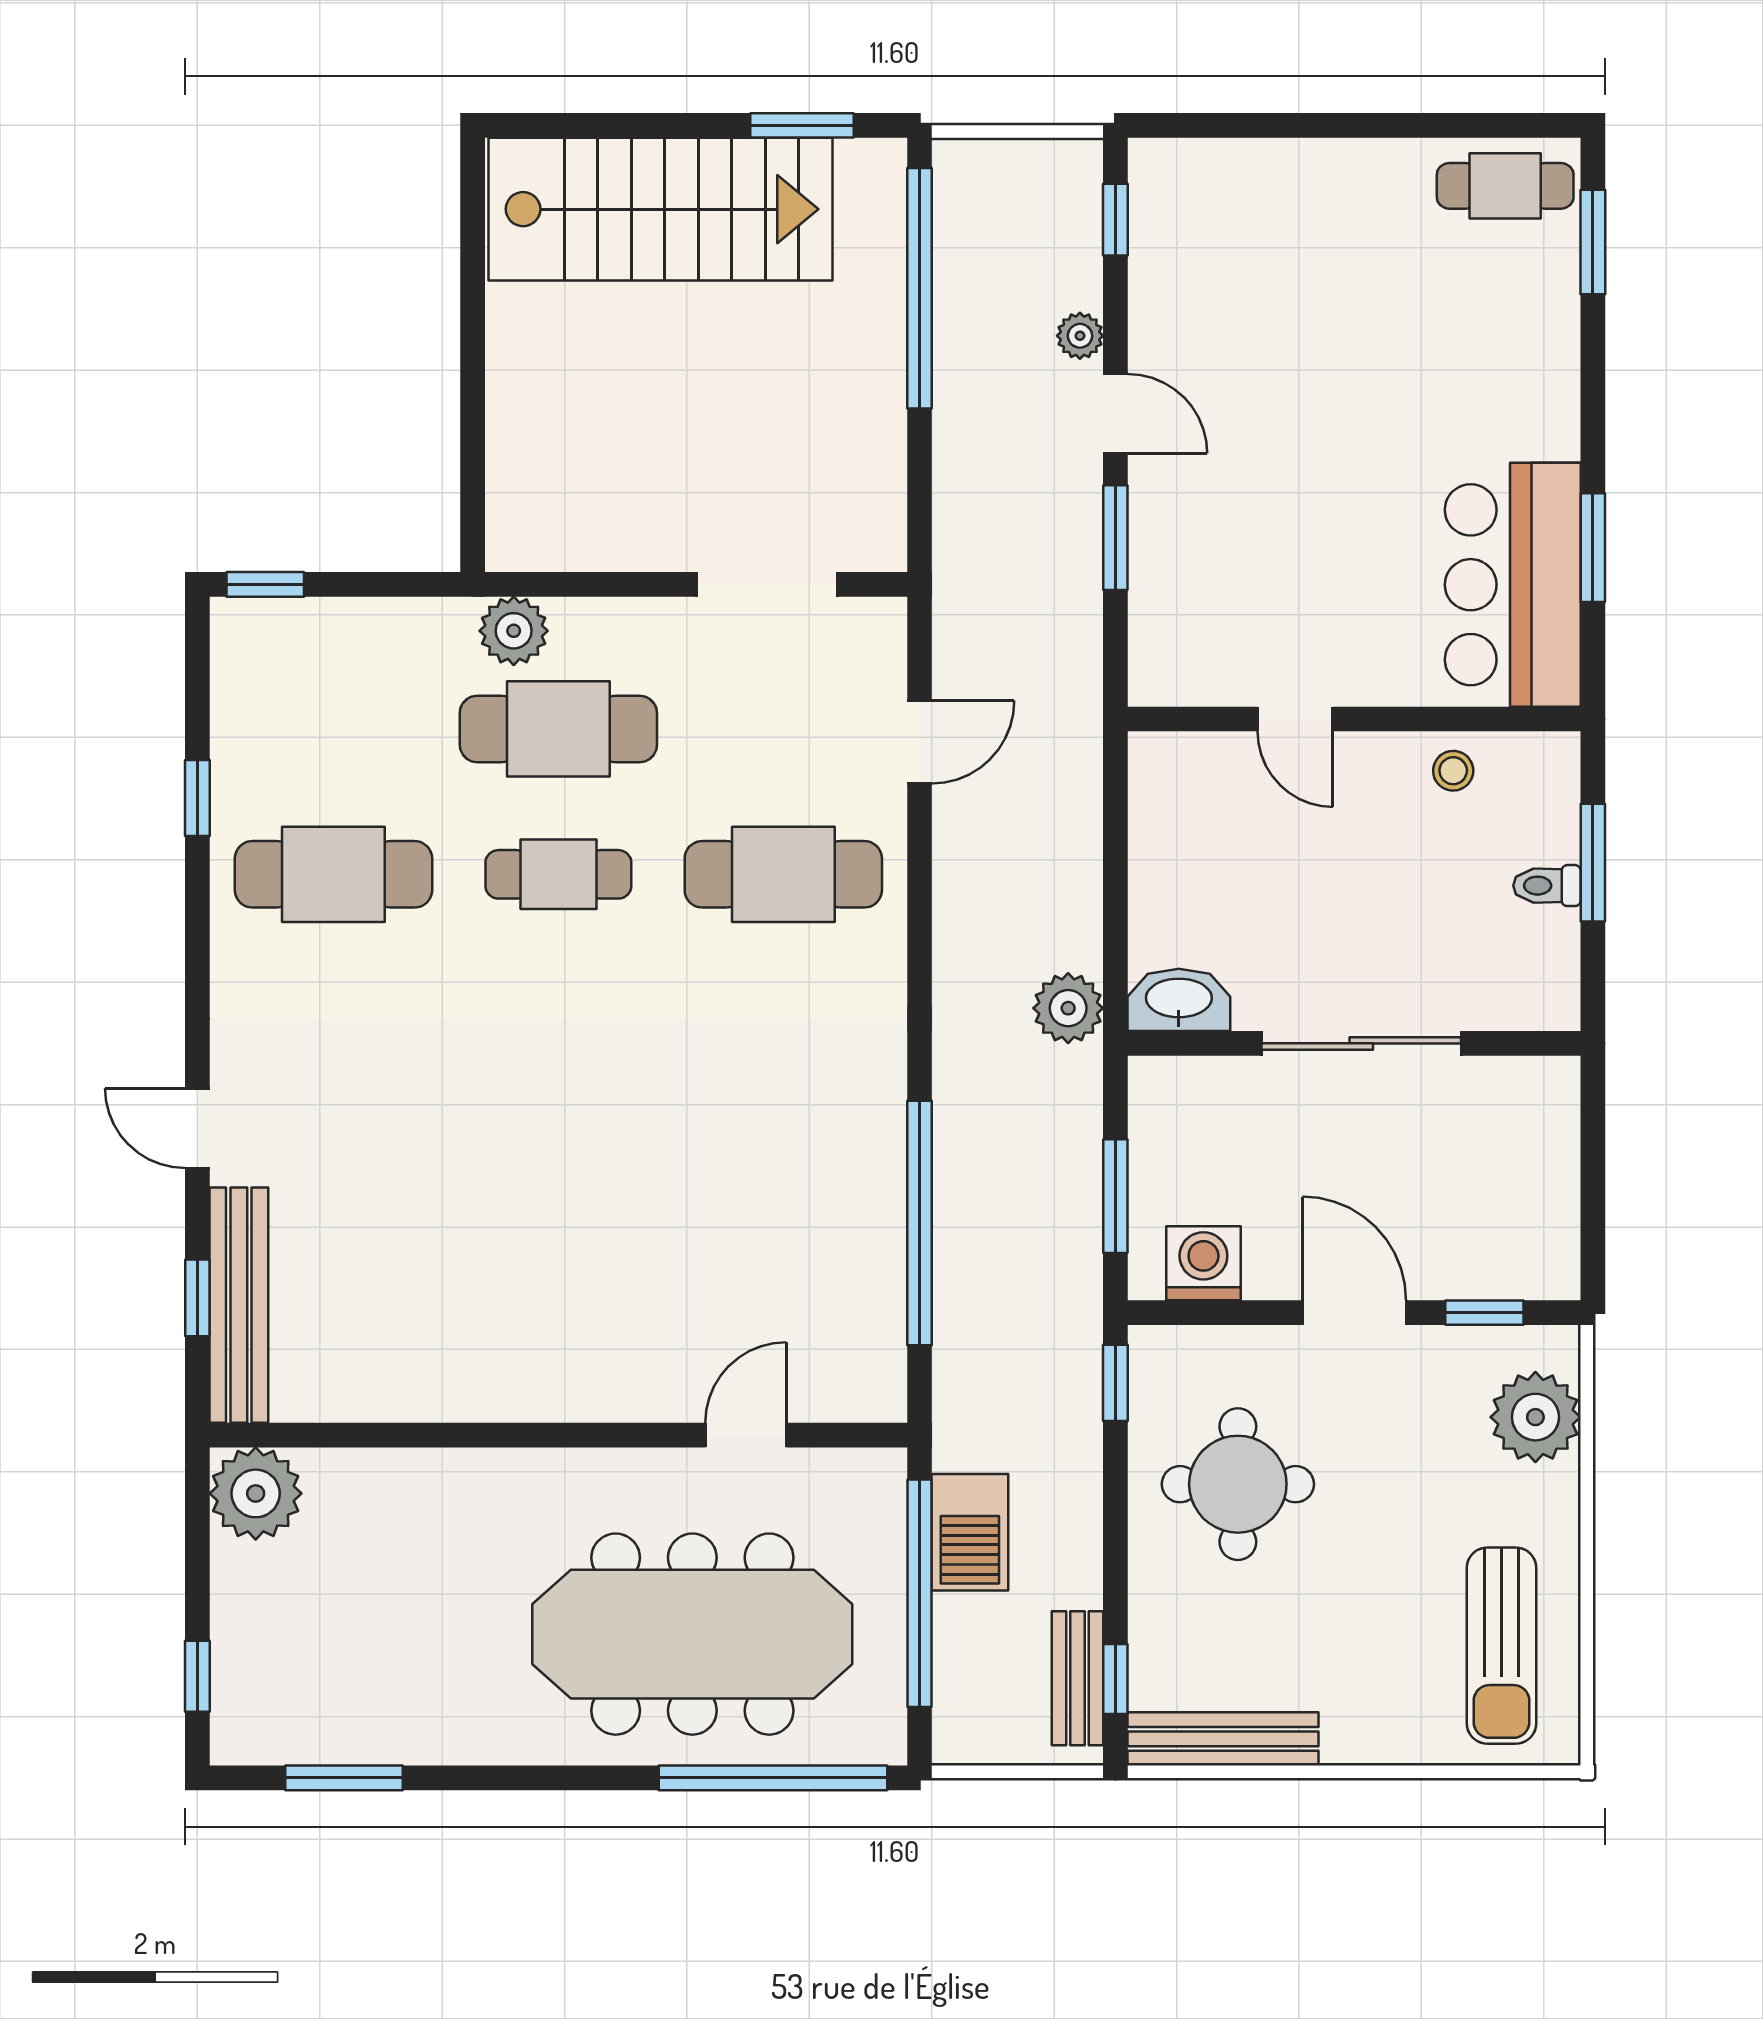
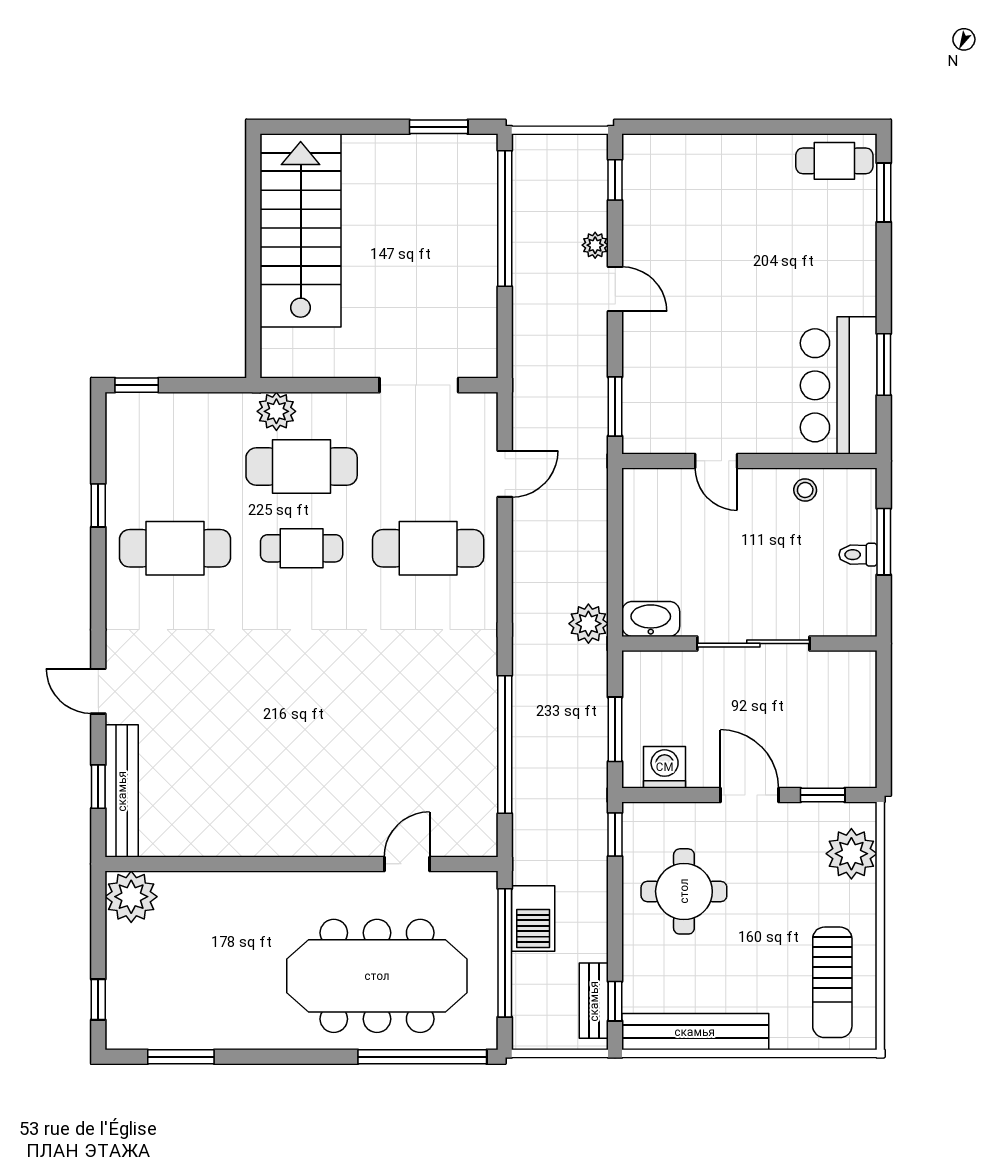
stairs: (660, 209) -> (301, 230), moved, turned -90
window: (1115, 538) -> (615, 406), moved
bench: (1223, 1739) -> (695, 1032), width x1.37, depth x1.21

